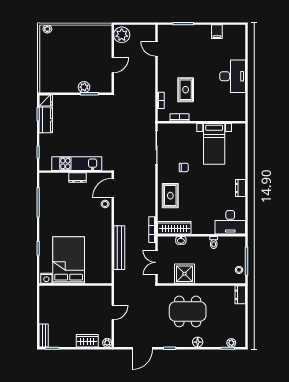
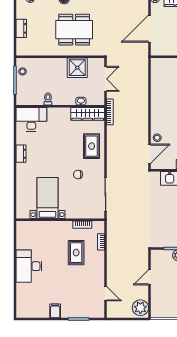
filing cabinet: (217, 32) -> (55, 311), moved
bench: (119, 248) -> (143, 94), removed
dresser: (240, 295) -> (21, 28), moved
door: (113, 312) -> (150, 29), width x1.88

